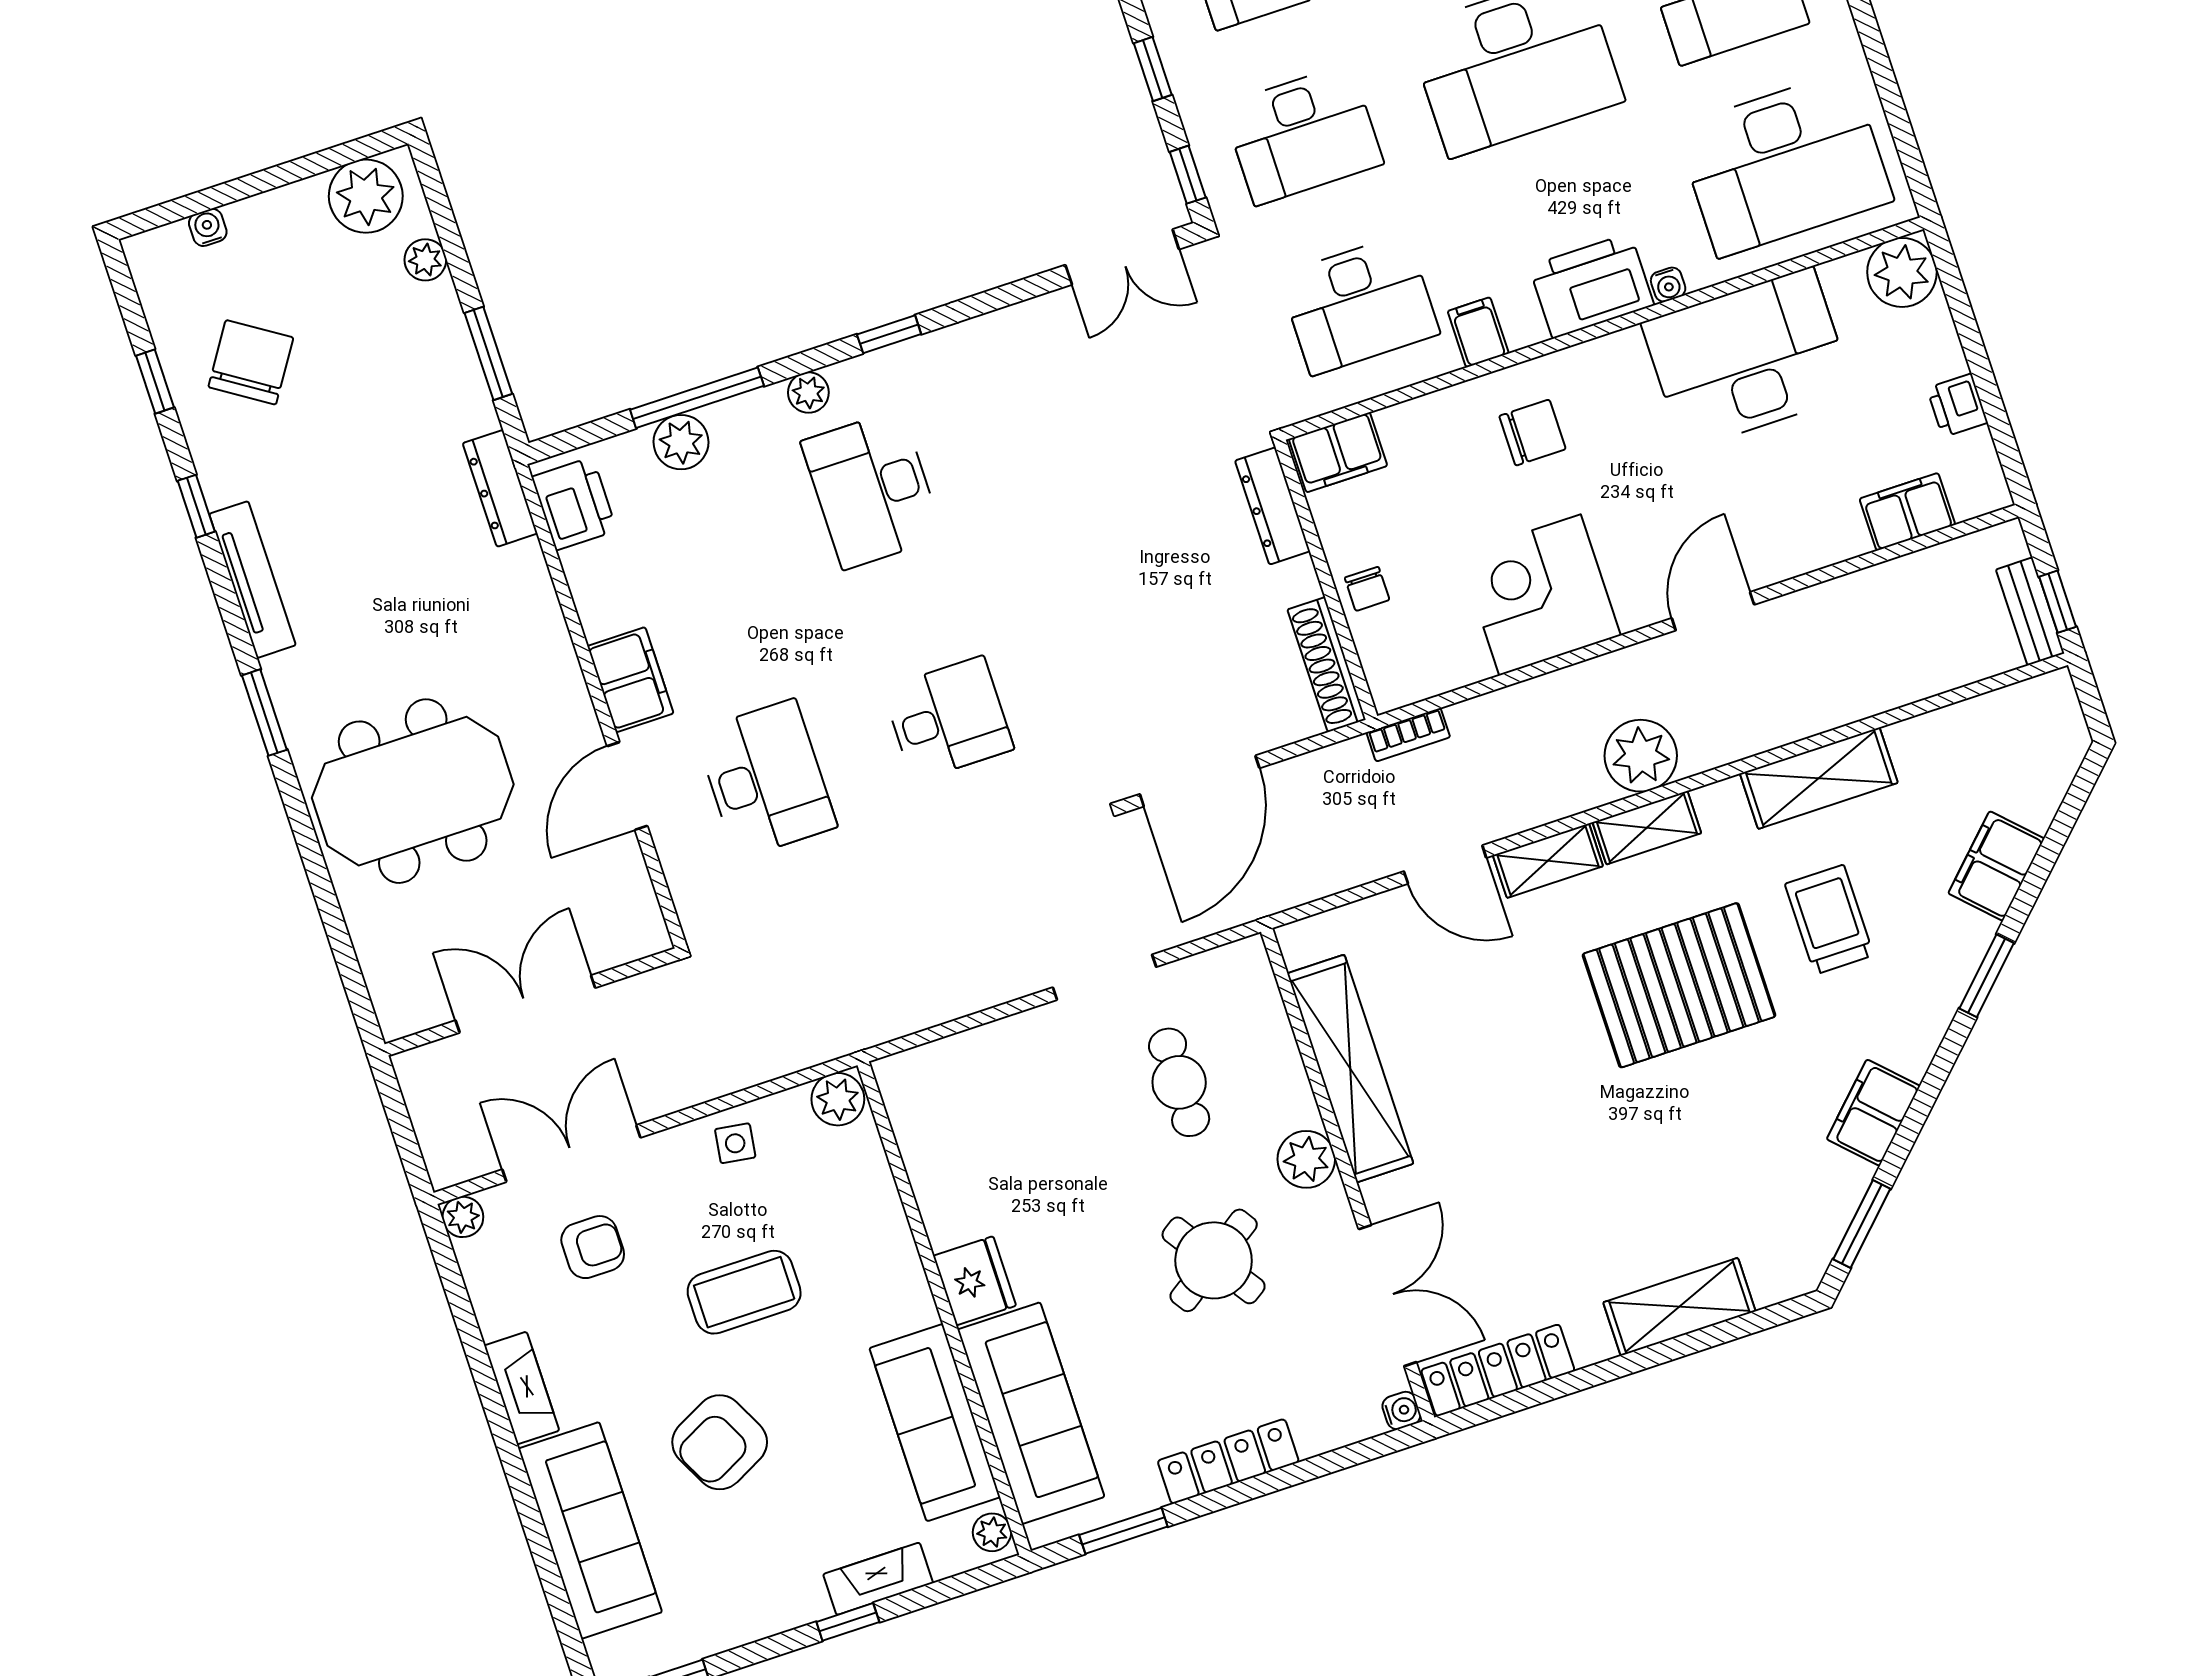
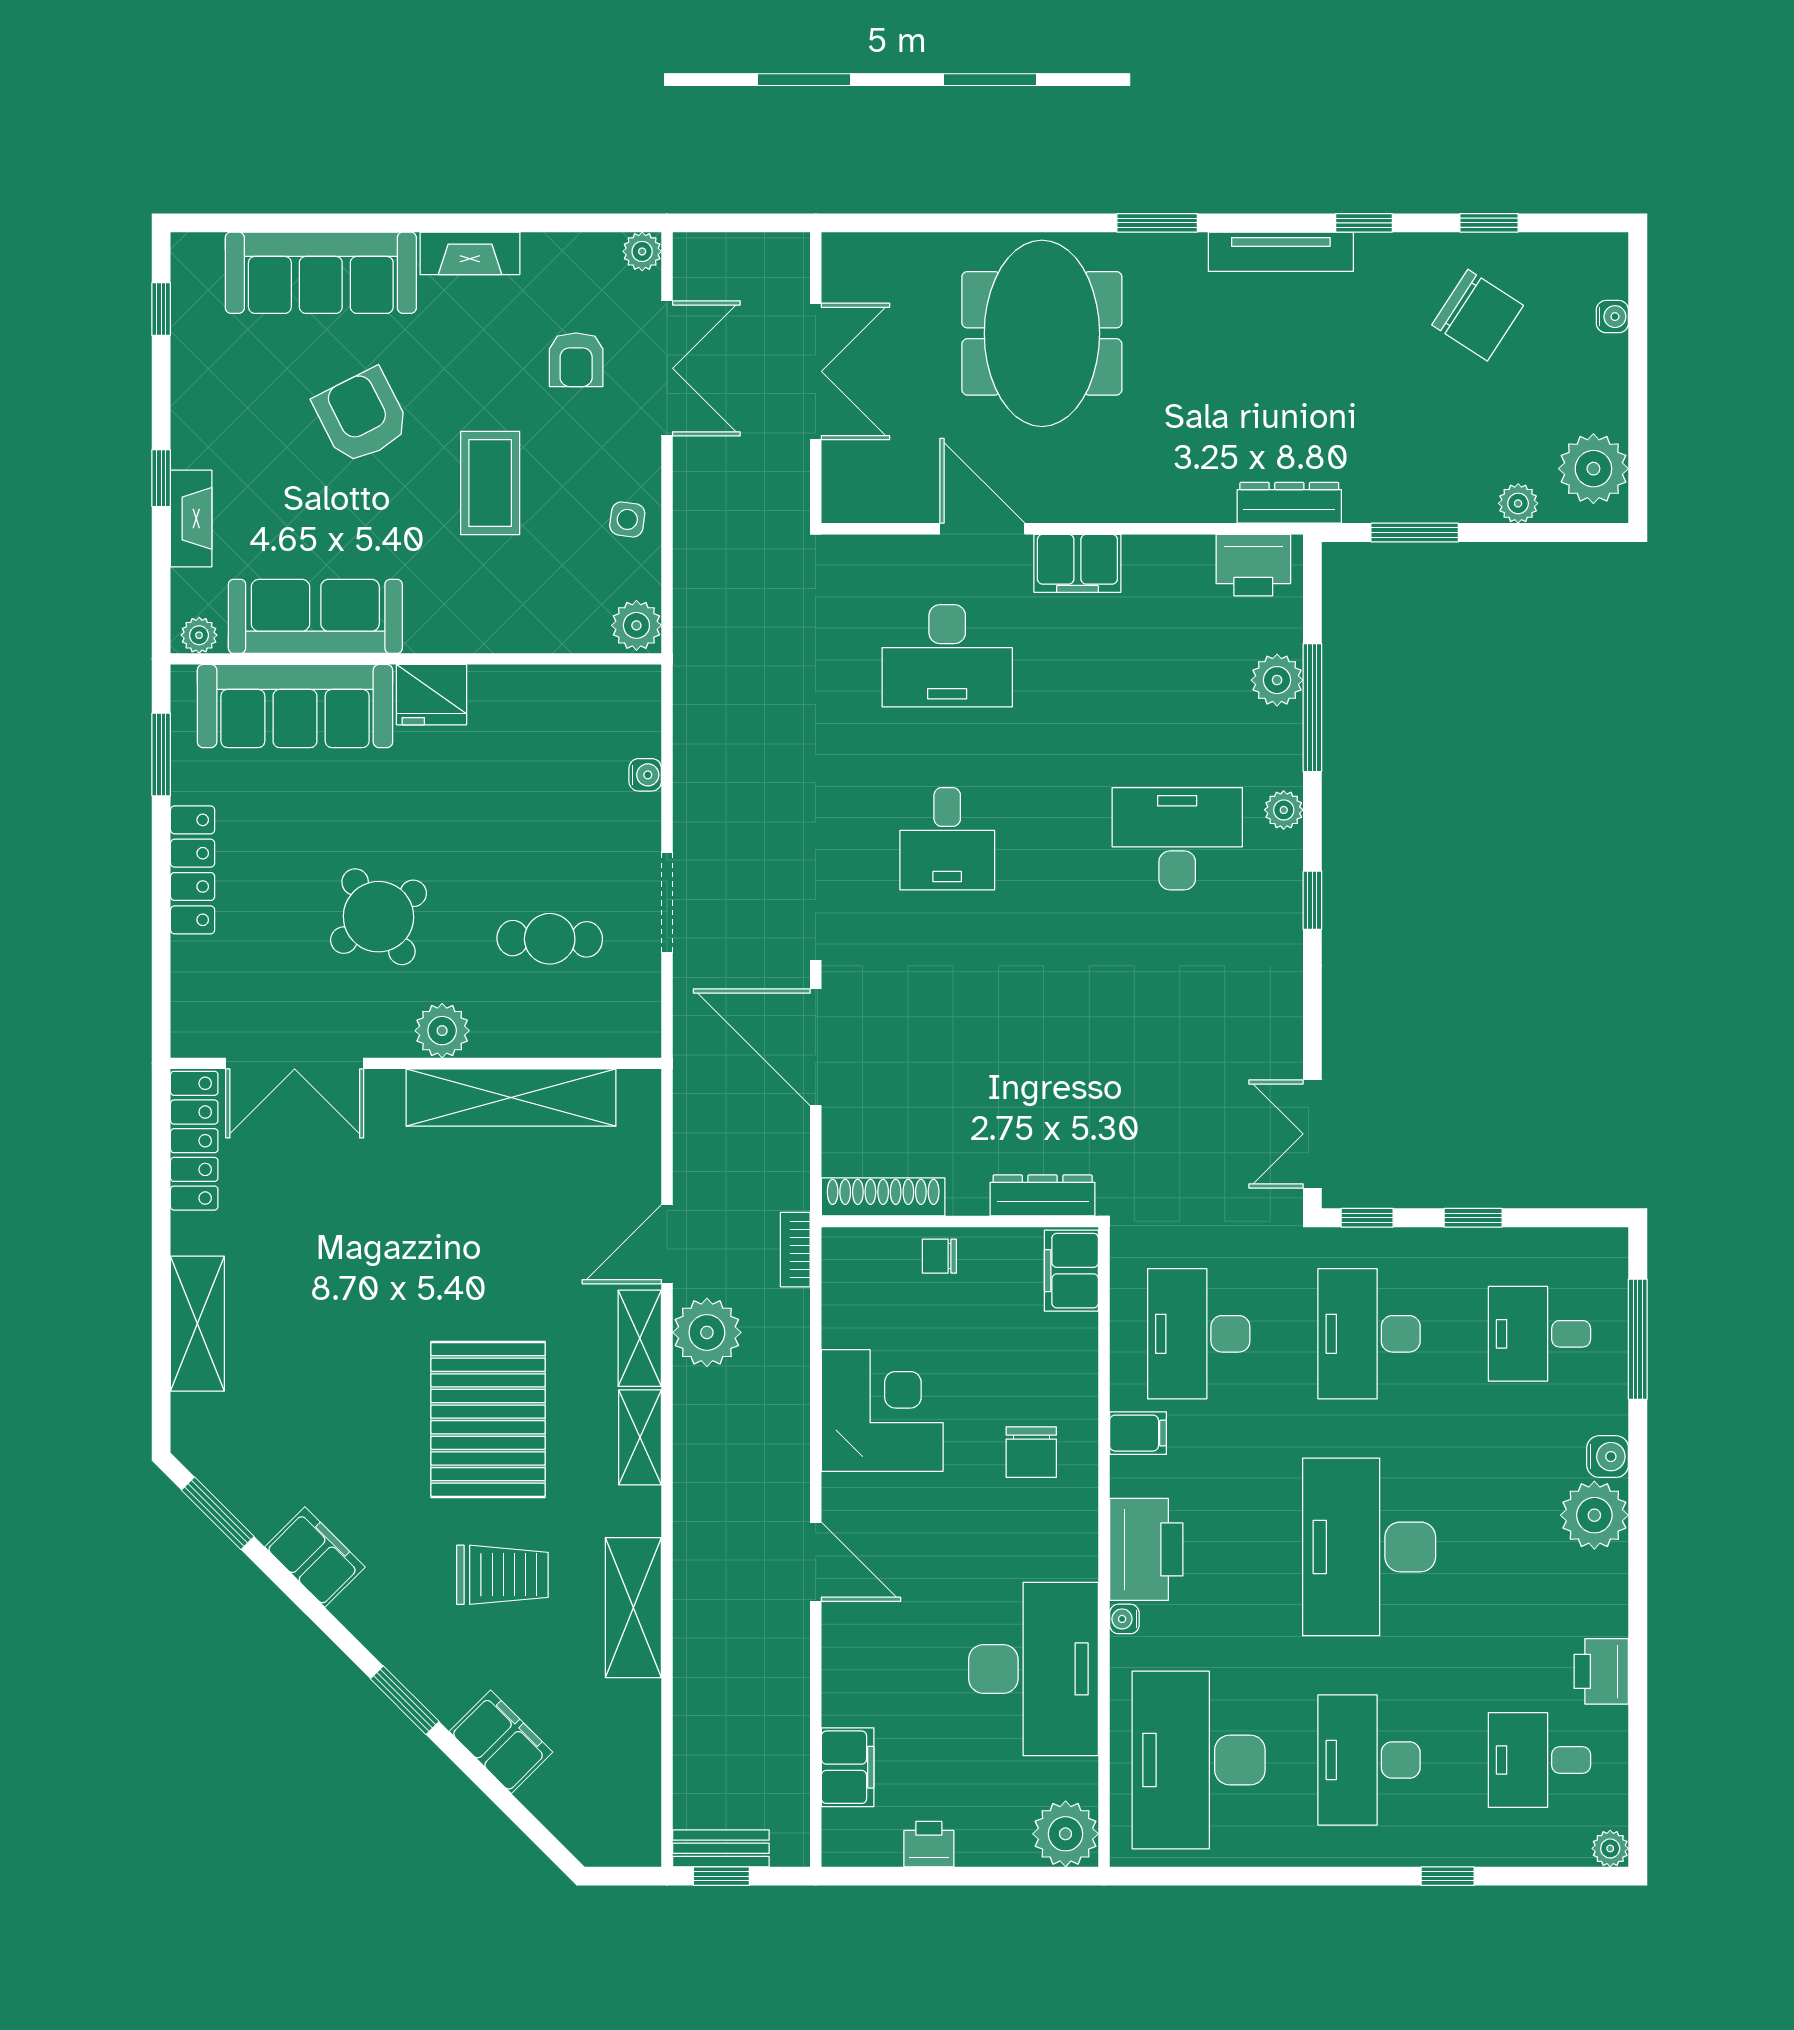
plant: (1641, 756) -> (707, 1332), moved
water cooler: (1401, 1411) -> (645, 775), moved, turned -90

